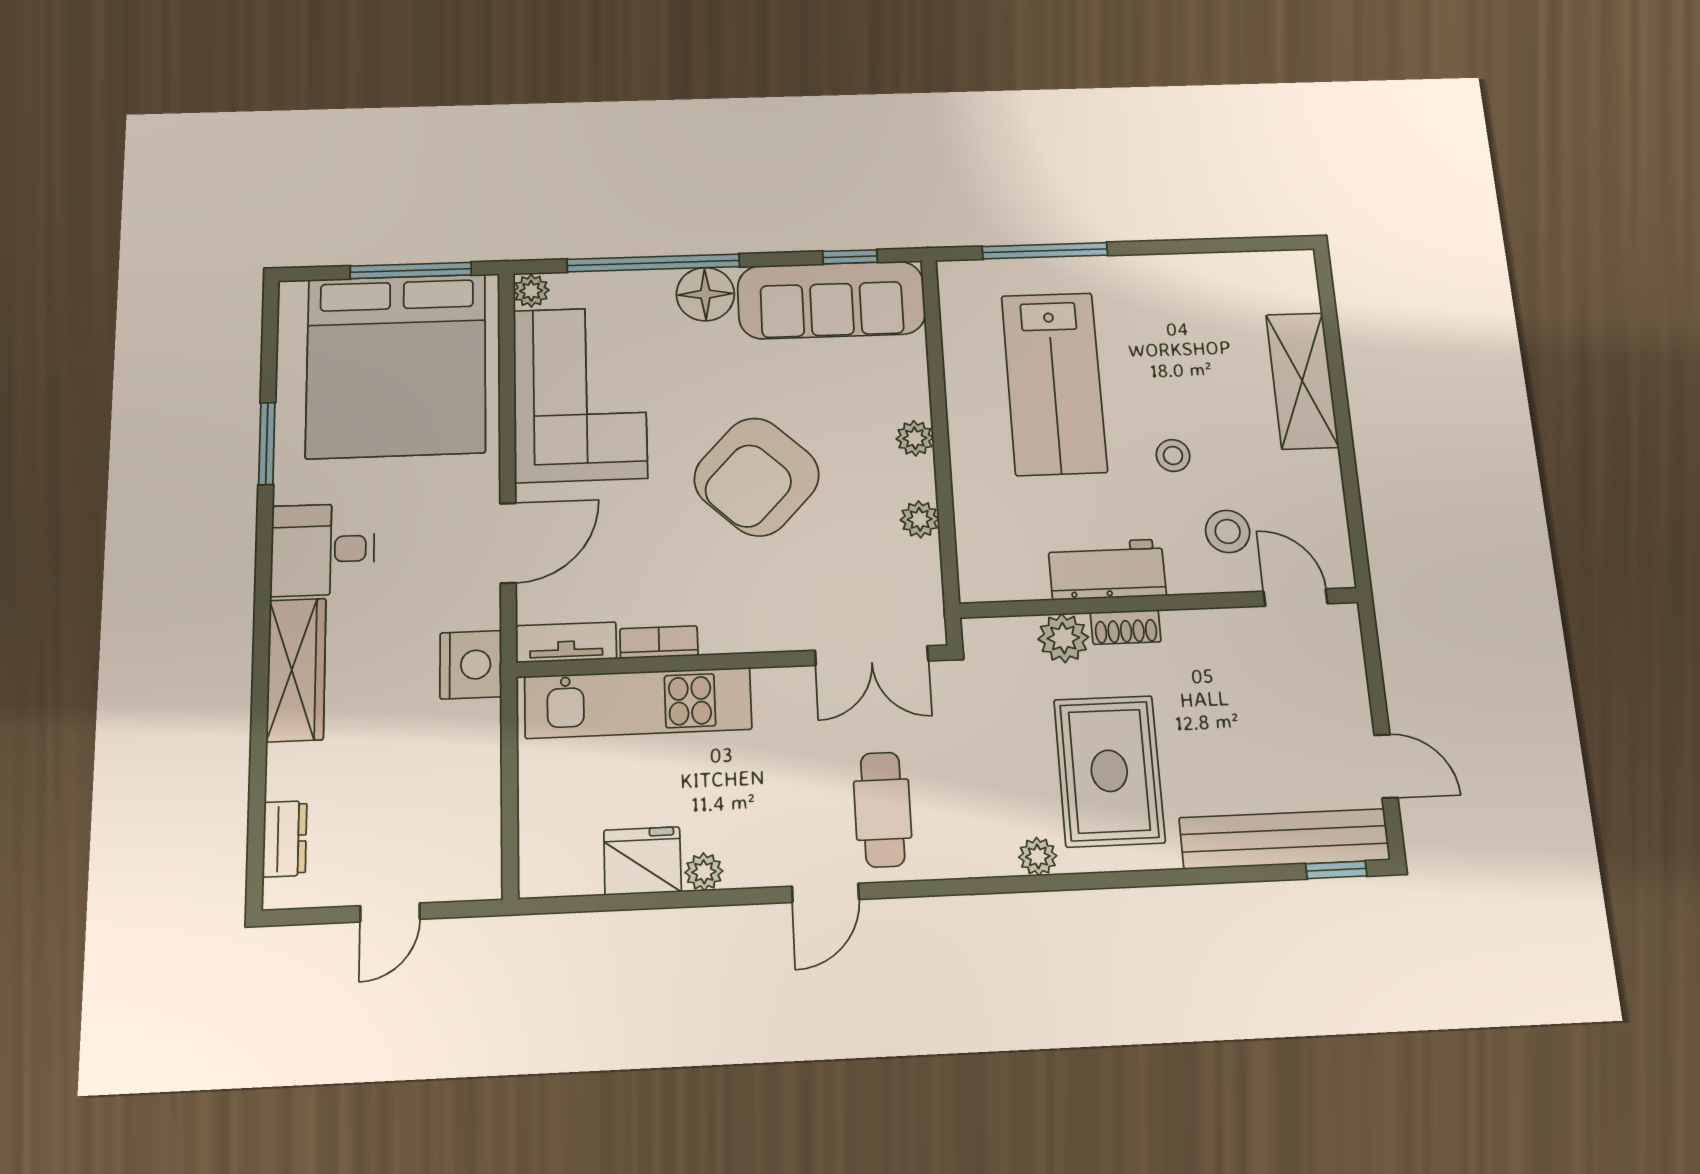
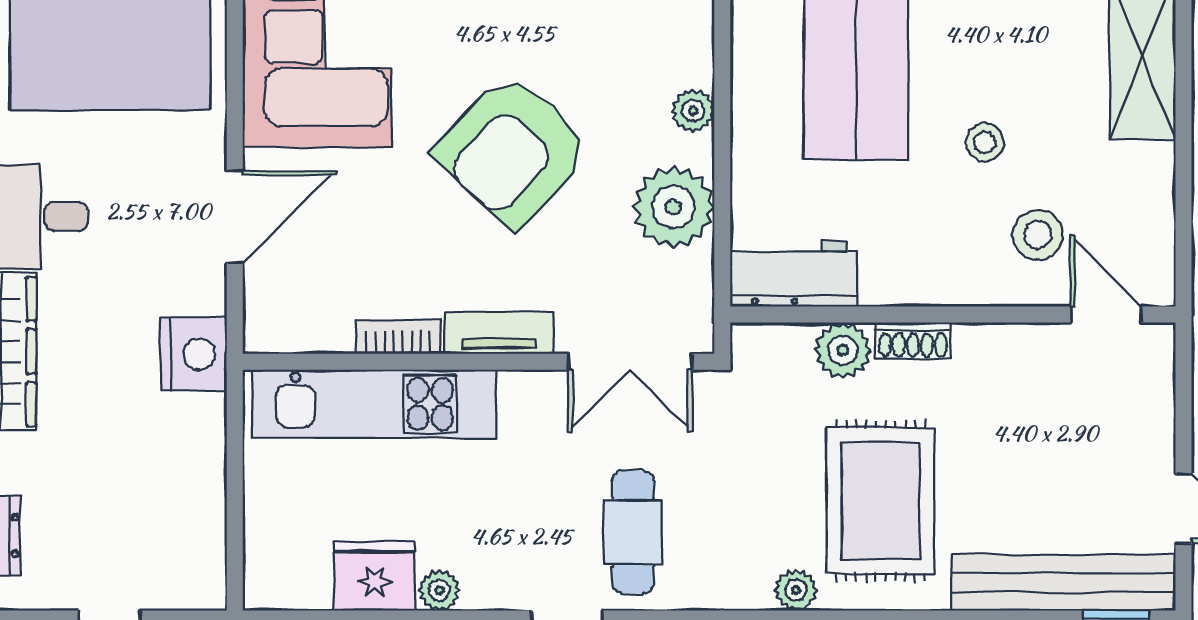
plant: (920, 519) -> (673, 207), width x1.88, depth x1.88
workbench: (1107, 569) -> (794, 274), moved
tv unit: (566, 642) -> (499, 333), moved

